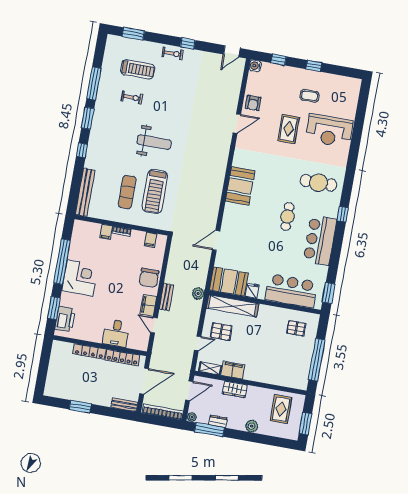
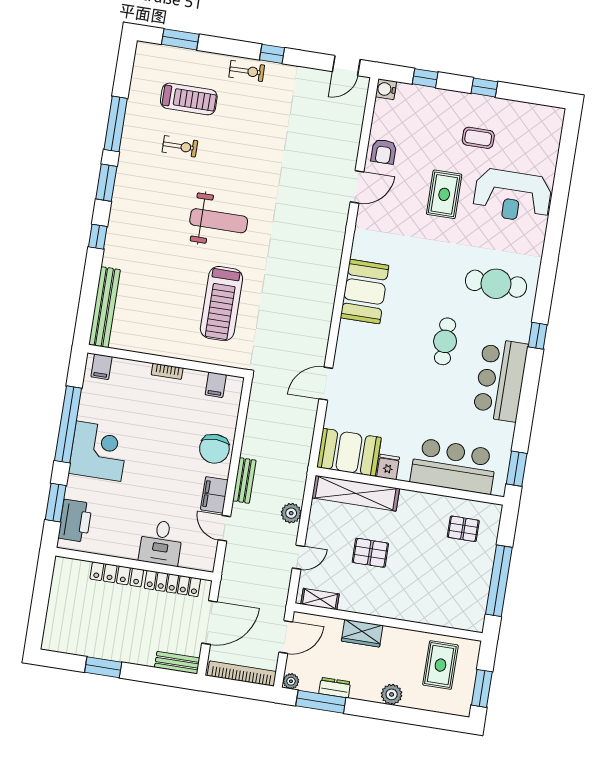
exercise mat: (127, 192) -> (175, 305), removed
filing cabinet: (106, 232) -> (102, 367), moved
plant: (198, 293) -> (291, 513), moved
pallet: (221, 331) -> (370, 553), moved
filing cabinet: (233, 370) -> (358, 601), removed

